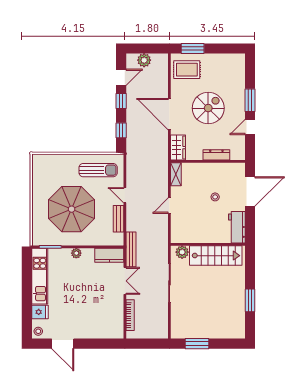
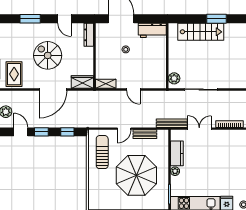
window: (250, 100) -> (30, 19), moved
dresser: (216, 155) -> (89, 35), moved
kitchen counter: (109, 255) -> (177, 153), moved
stairs: (216, 256) -> (201, 32), moved, turned 90

